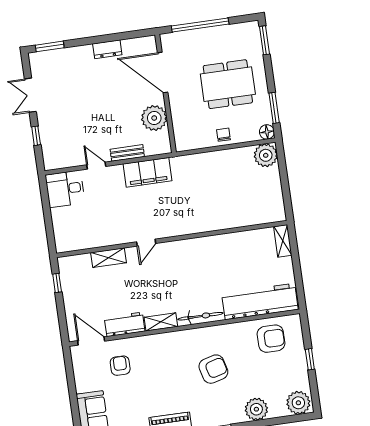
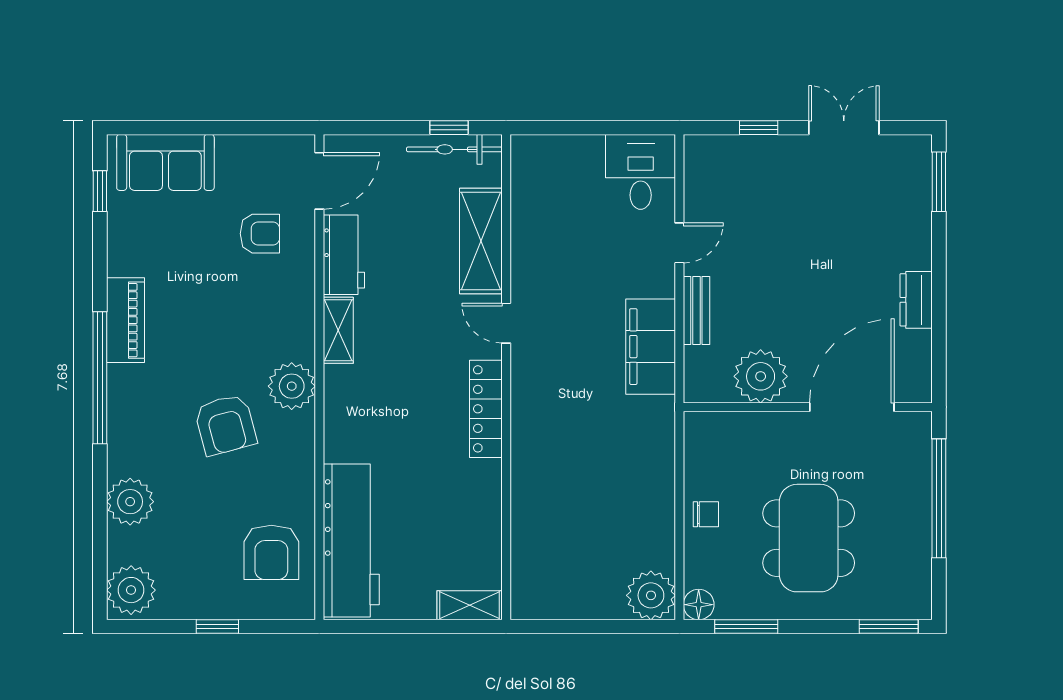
locker: (188, 246) -> (486, 409), added
shelving: (108, 258) -> (481, 241), width x1.50, depth x1.33
bicycle: (200, 316) -> (454, 149), moved, turned 90
plant: (191, 340) -> (292, 386), added

